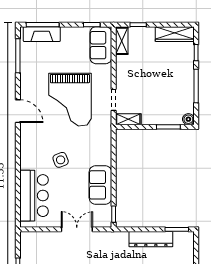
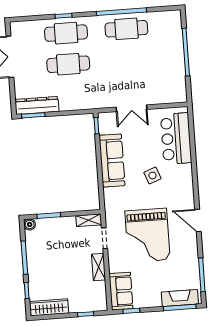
shelving: (122, 41) -> (99, 267), moved
grand piano: (70, 100) -> (147, 235), turned 180
sofa: (100, 185) -> (112, 161), width x1.36
dresser: (151, 239) -> (37, 105), moved

